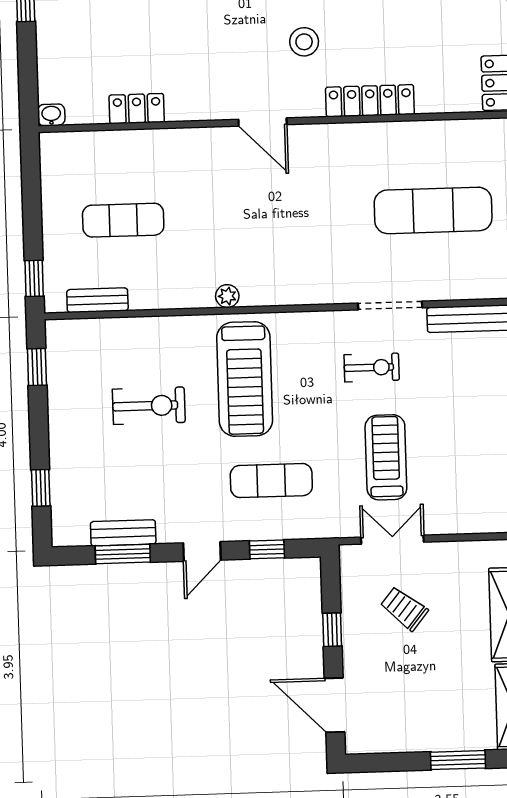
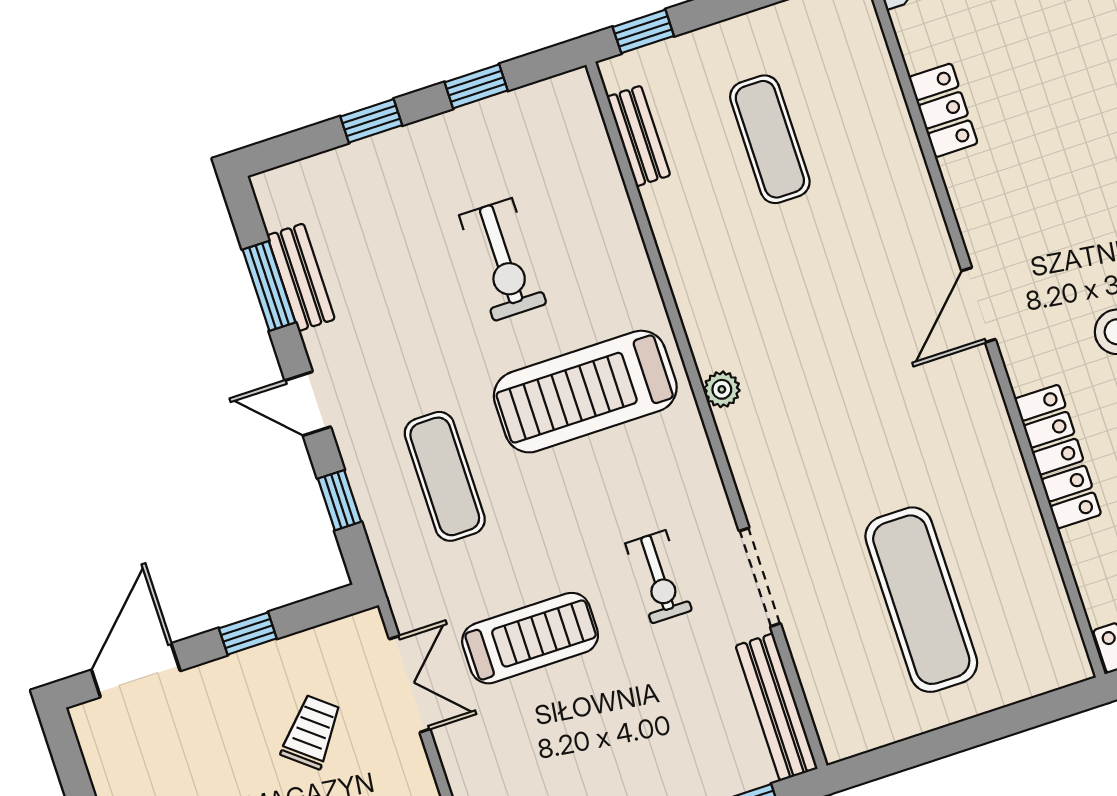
plant: (227, 296) -> (722, 389), moved
window: (37, 367) -> (476, 86), moved
window: (41, 488) -> (371, 121), moved

